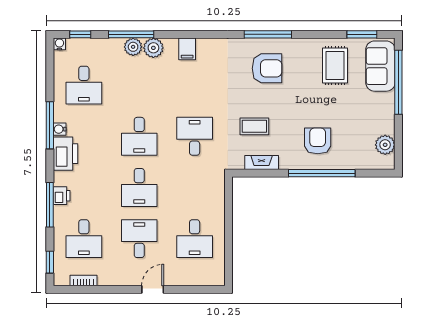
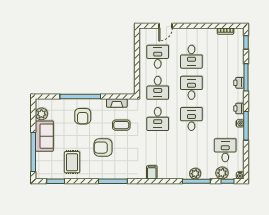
plant: (153, 48) -> (222, 173), moved
filing cabinet: (187, 49) -> (152, 172), moved
sofa: (380, 66) -> (44, 136), moved
armchair: (267, 68) -> (103, 148), moved
printer: (65, 154) -> (239, 108), width x0.53, depth x0.68
desk: (84, 239) -> (158, 88), moved, turned 180
door: (153, 289) -> (166, 26), moved

